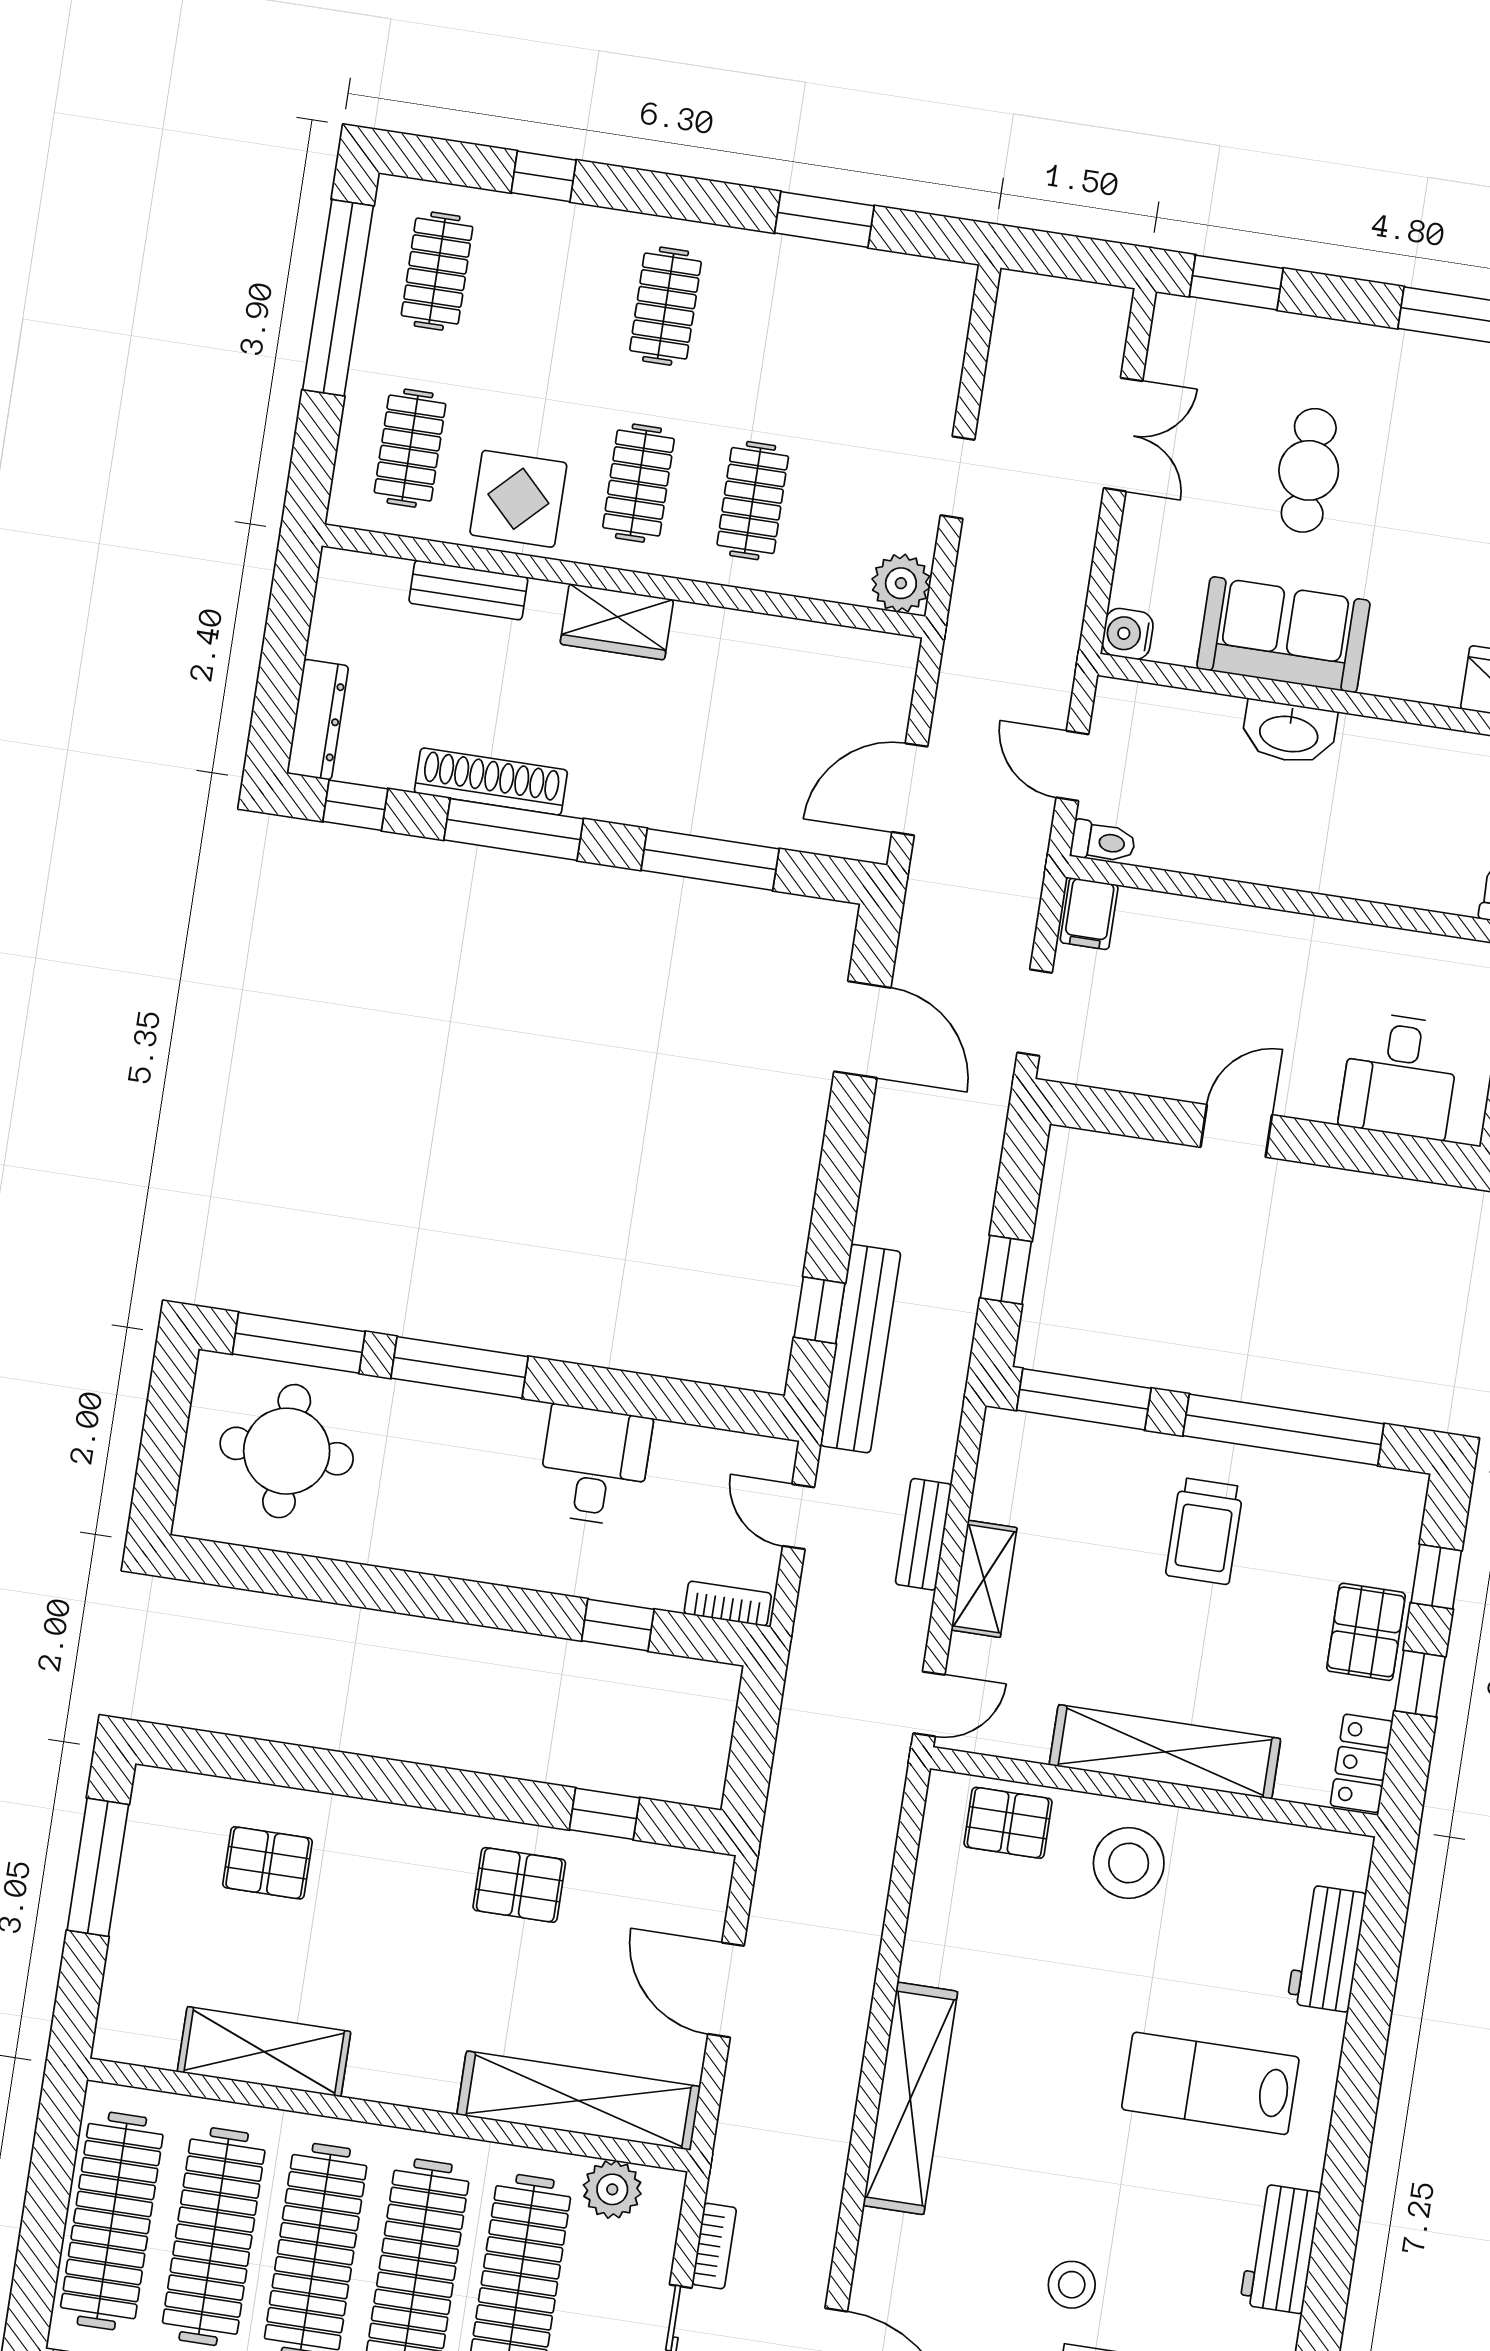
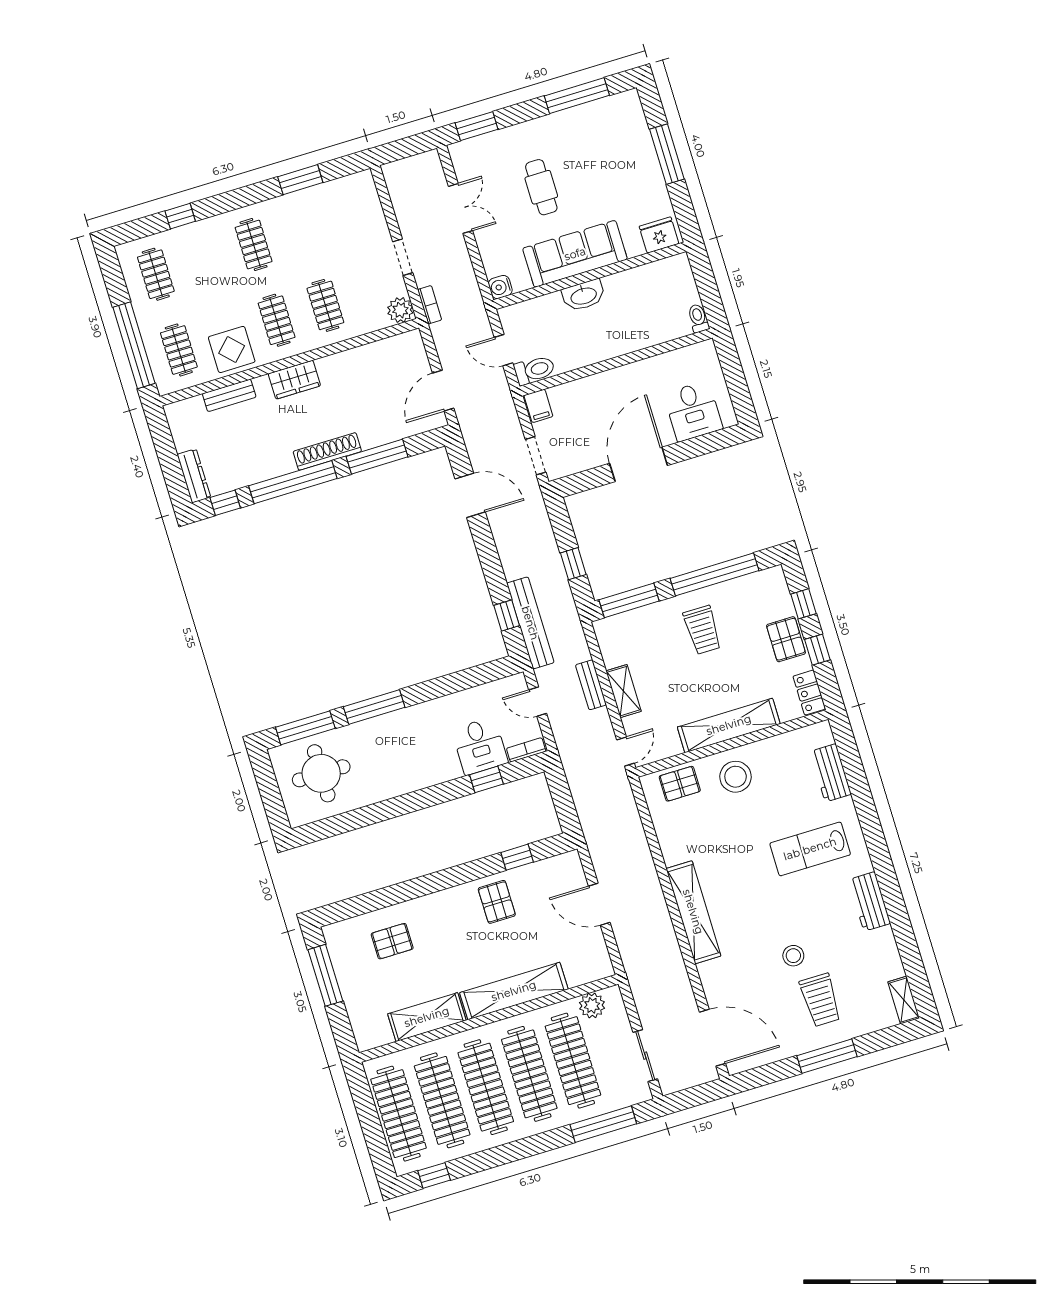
window: (338, 298) -> (134, 345), moved
sofa: (1283, 635) -> (575, 254), width x1.36
shoe rack: (491, 782) -> (327, 451), moved
window: (514, 829) -> (293, 482), width x1.46
toilet: (1103, 842) -> (534, 370), width x1.37, depth x1.39
door: (1236, 1131) -> (639, 464), width x1.87
desk: (595, 1466) -> (480, 746), moved, turned 180
pallet: (519, 1885) -> (497, 902), turned 90
shelving: (579, 2101) -> (514, 991), moved
bookcase: (714, 2246) -> (430, 305), moved

